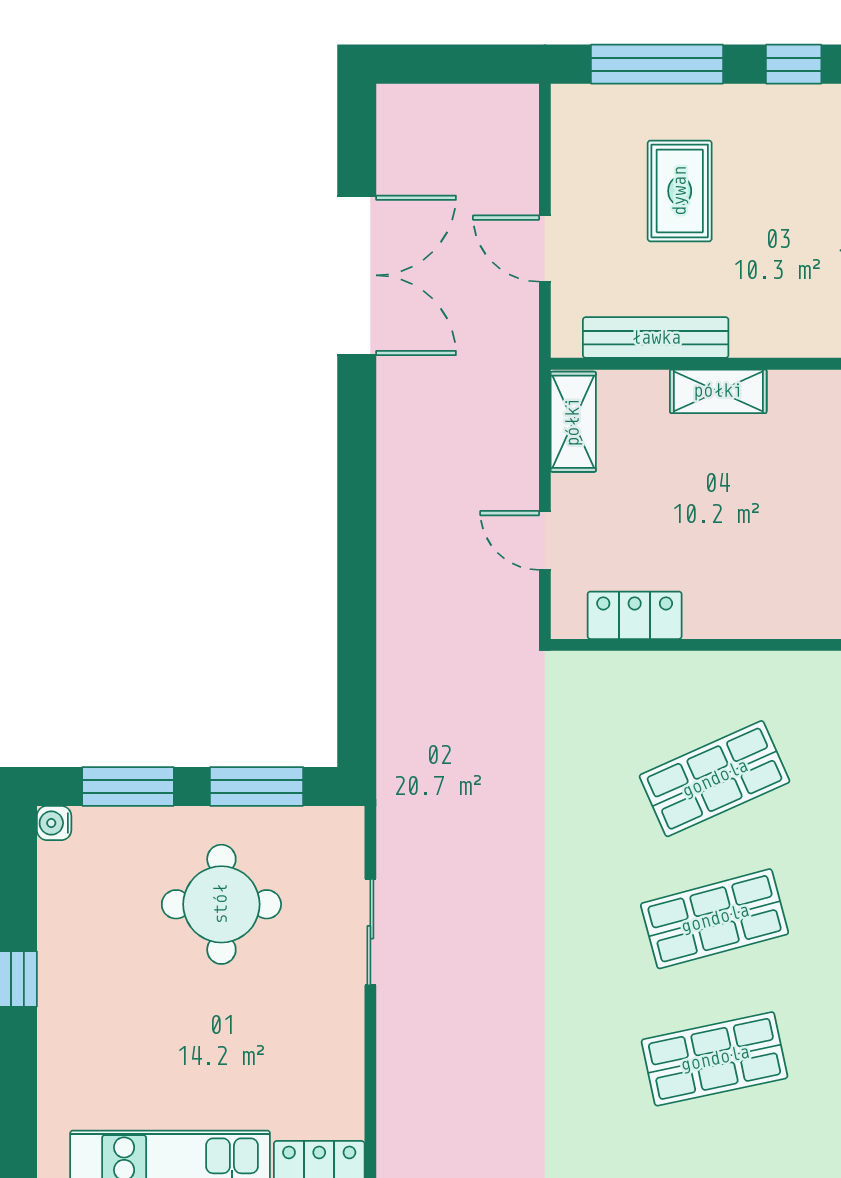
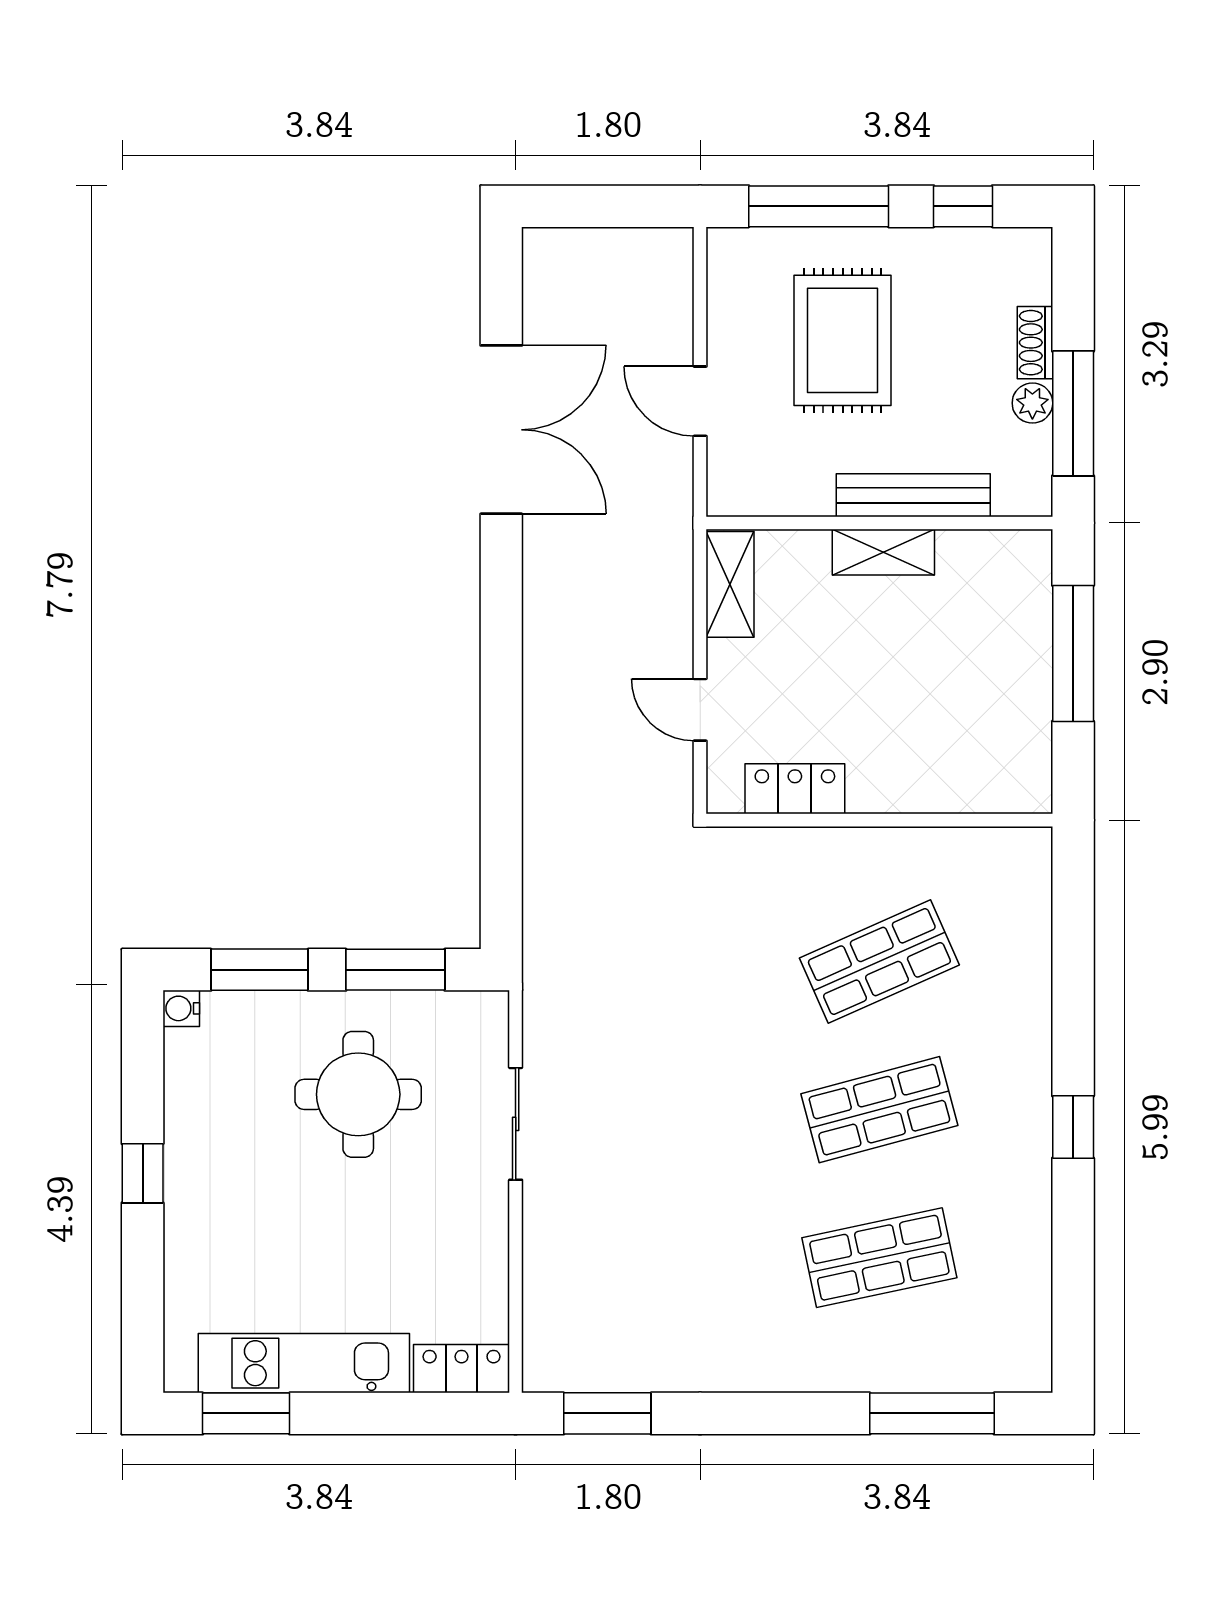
rug: (680, 191) -> (843, 340), width x1.36, depth x1.43
bench: (656, 338) -> (913, 495), moved

